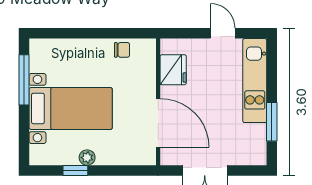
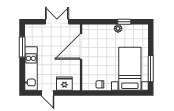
fridge: (173, 70) -> (64, 84), moved, turned 90
bed with nightstands: (71, 108) -> (130, 69), moved, turned 90
door: (158, 123) -> (81, 46), hinge flipped

